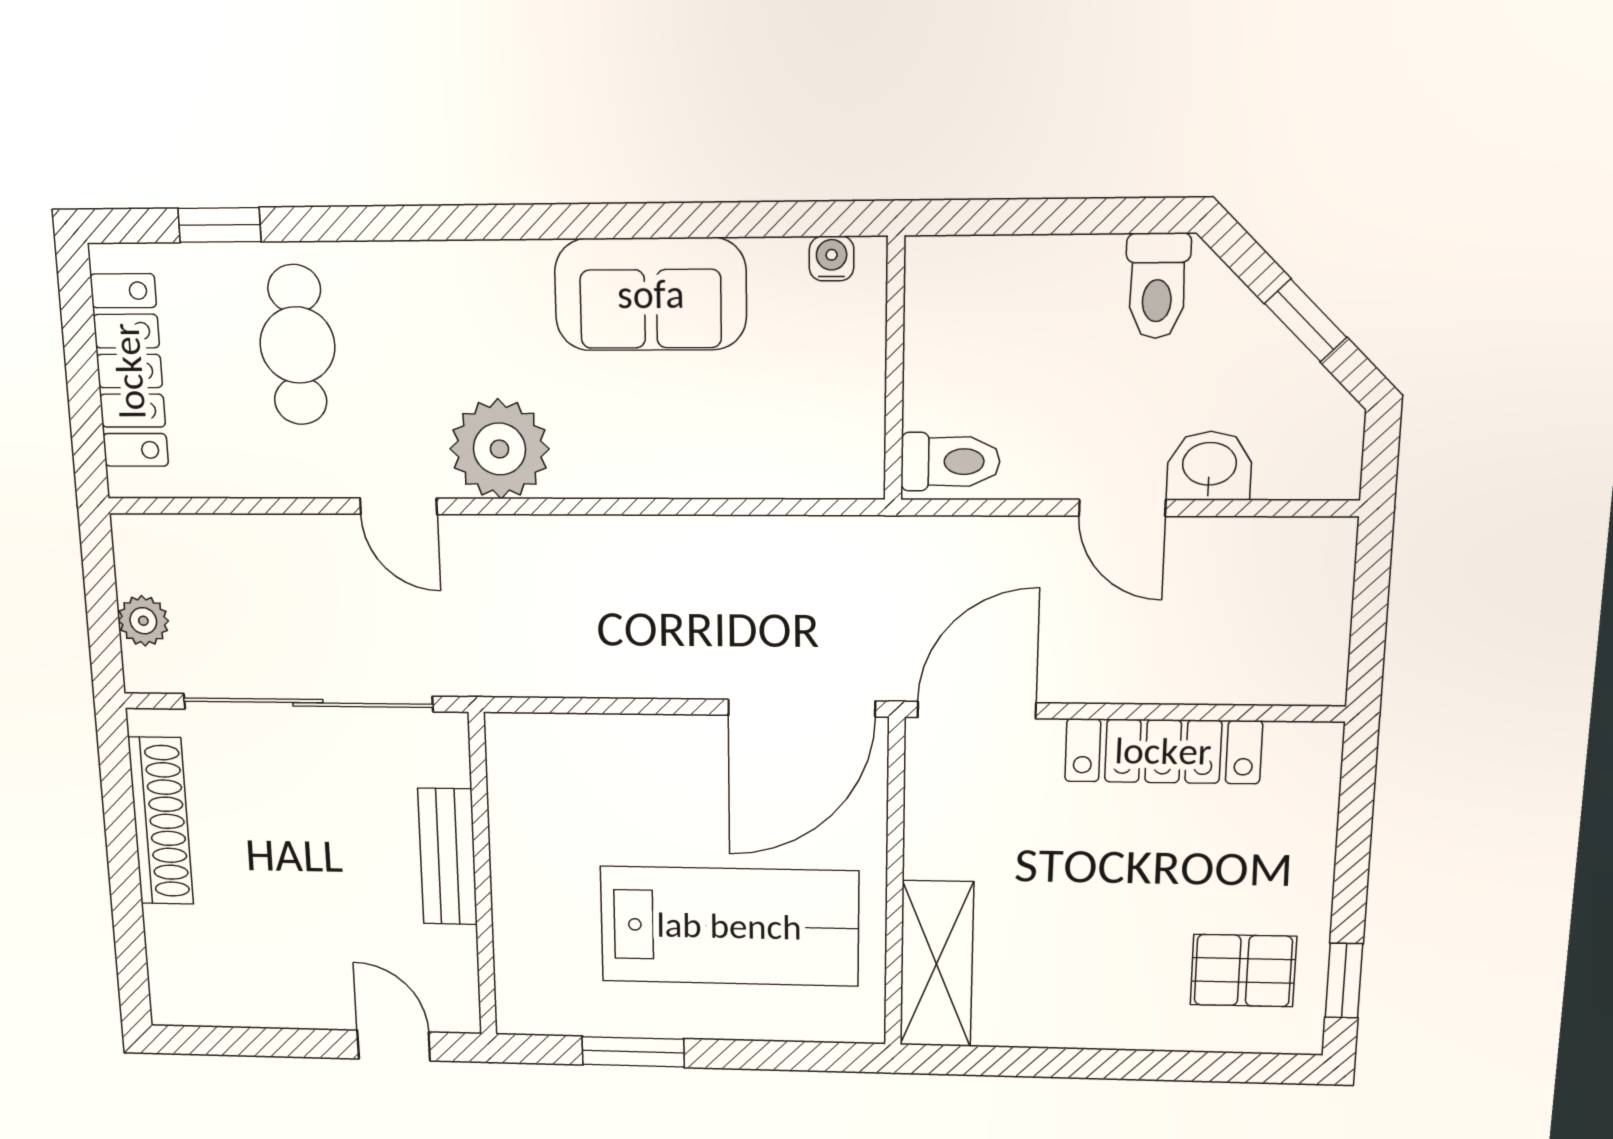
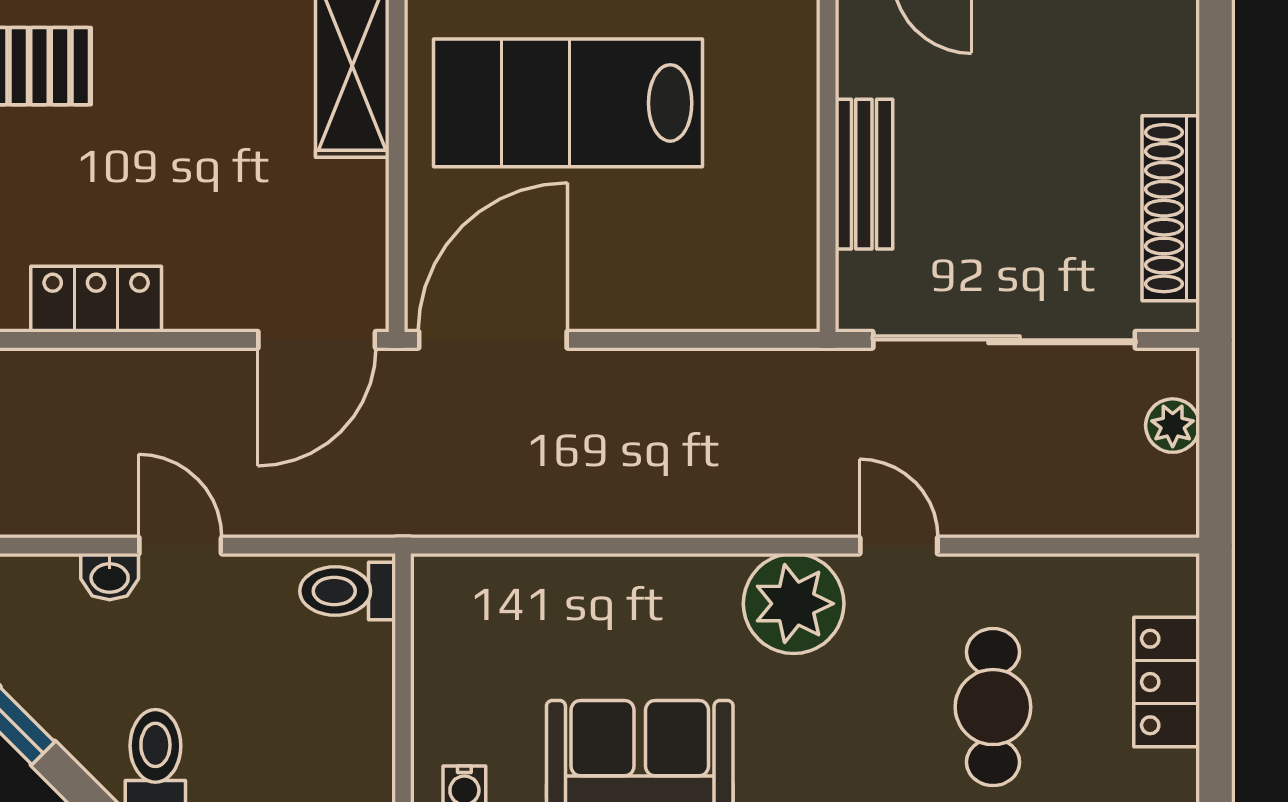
locker: (129, 371) -> (1167, 682), width x0.66
washbasin: (1209, 466) -> (110, 577), width x0.72, depth x0.69
locker: (1163, 751) -> (96, 299), width x0.66

